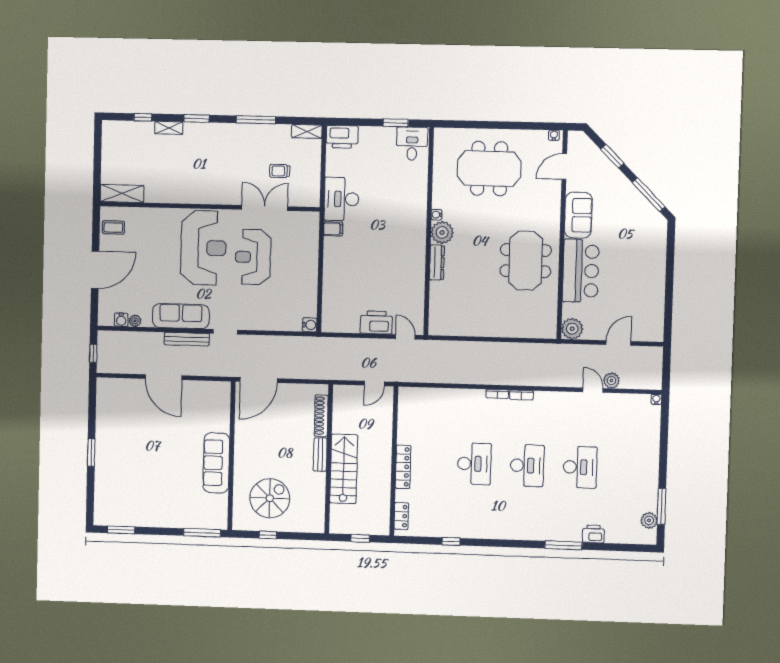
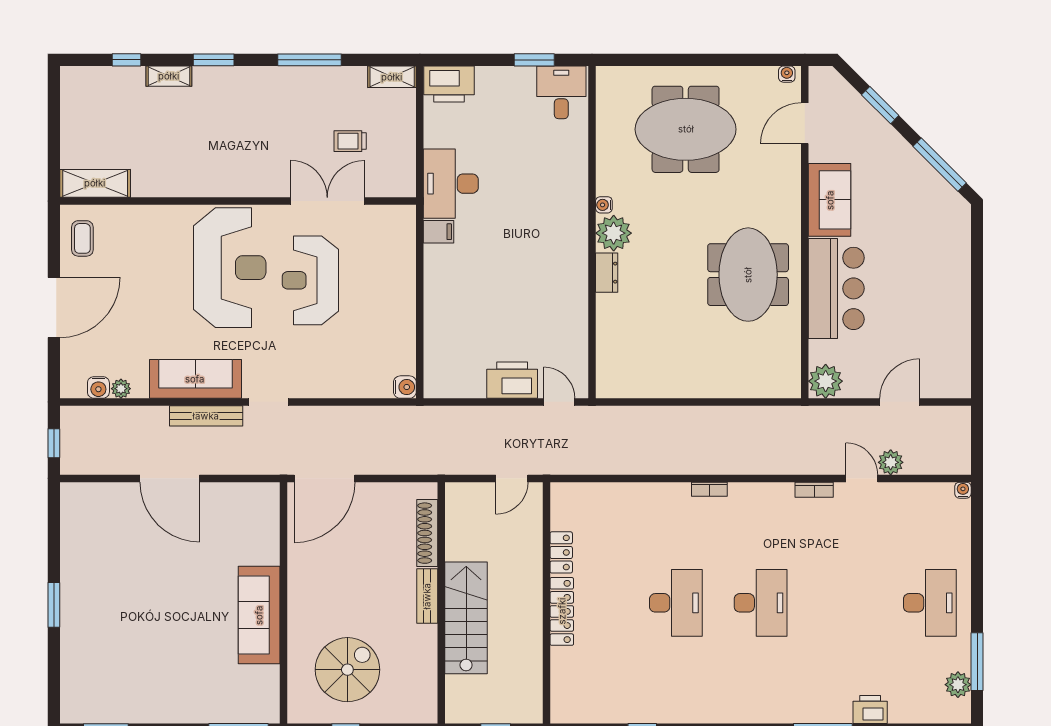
coffee table: (113, 227) -> (82, 238), turned 90
dresser: (437, 262) -> (607, 273), width x0.70
bookcase: (521, 395) -> (814, 490), moved
desk: (580, 467) -> (930, 603), moved
locker: (401, 516) -> (561, 552), moved

